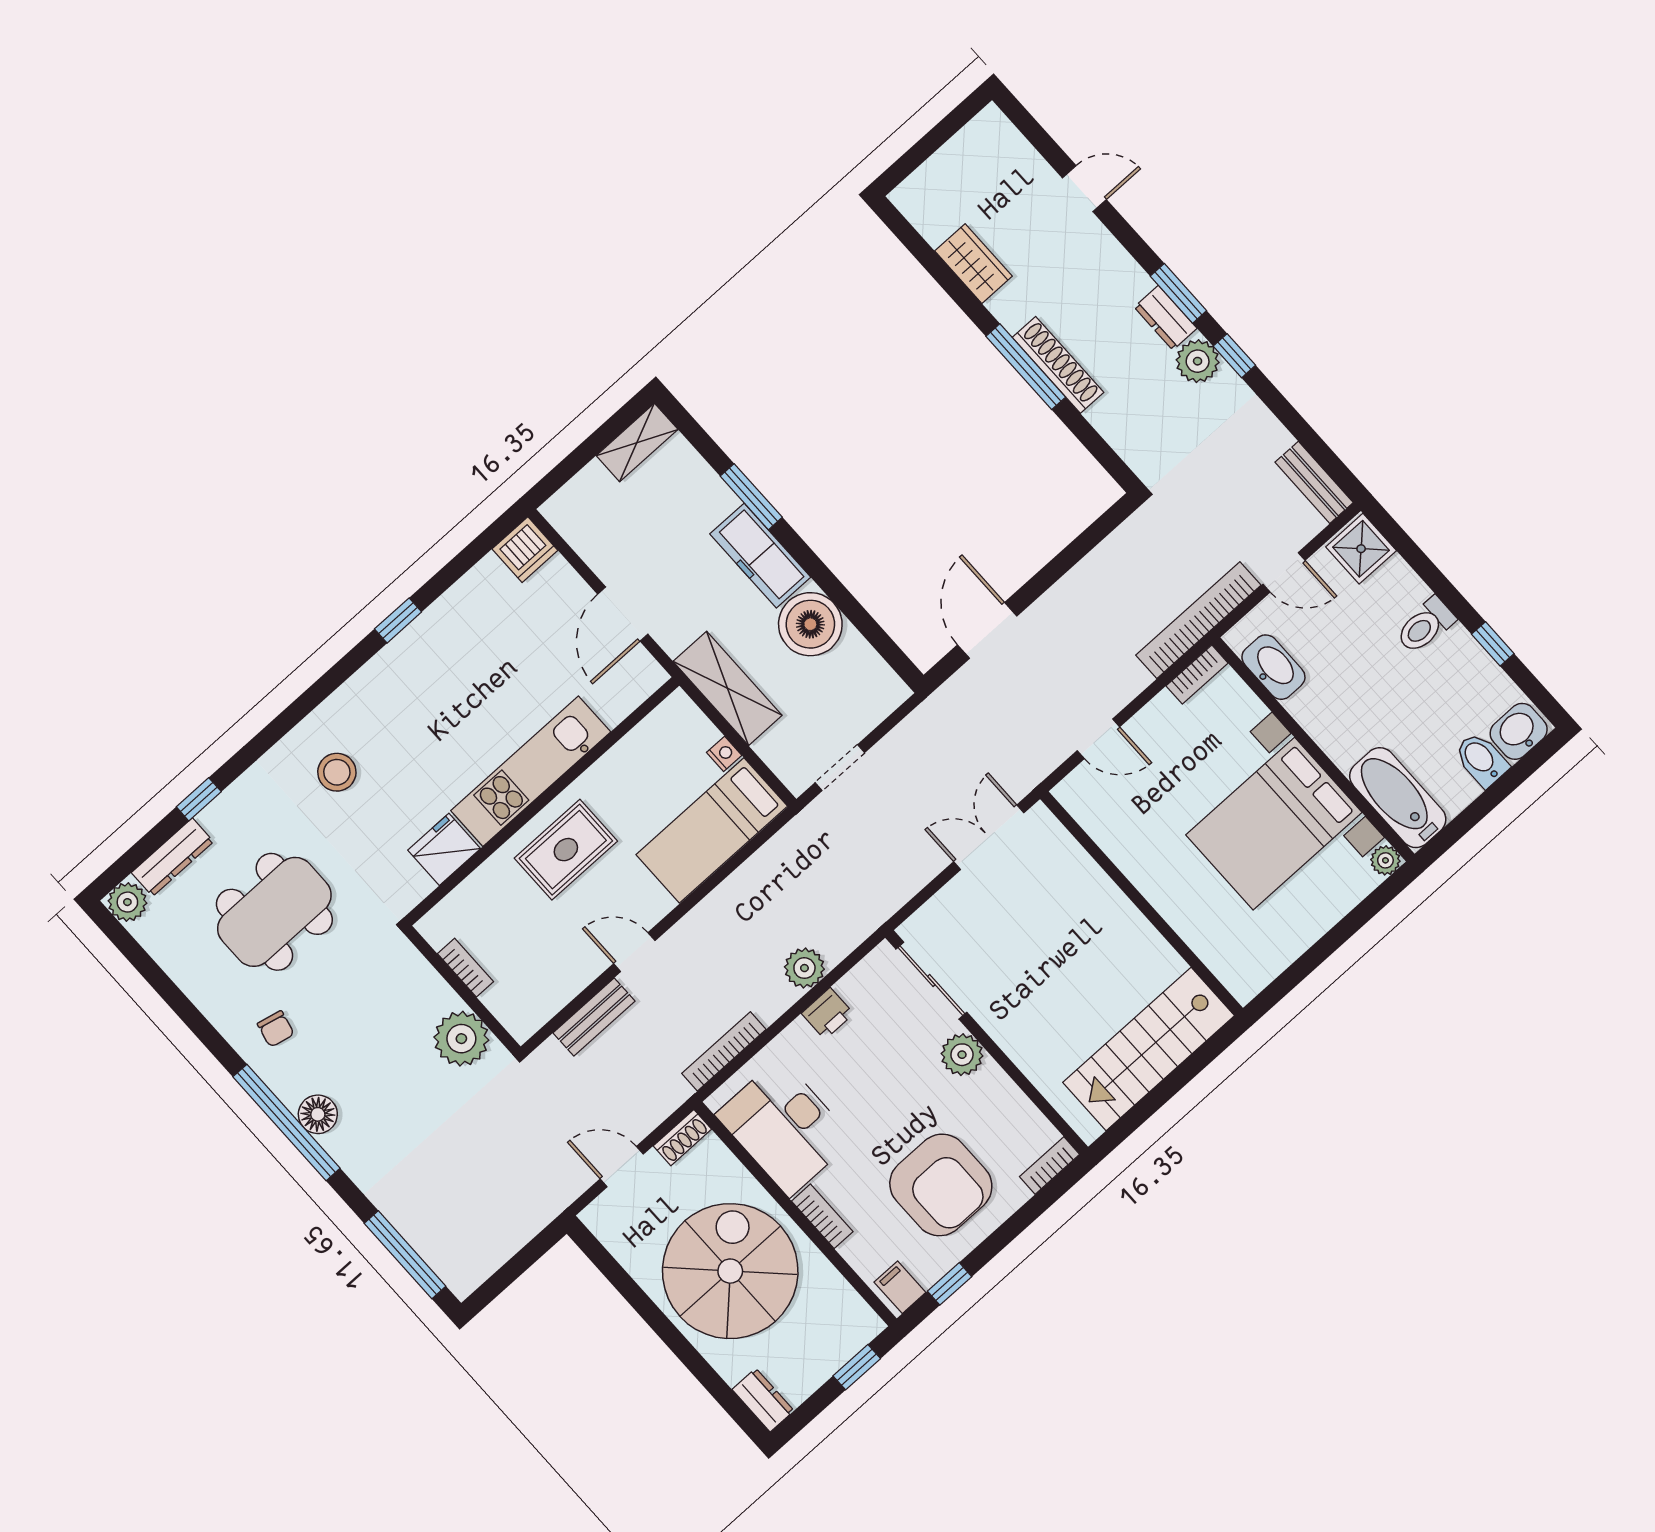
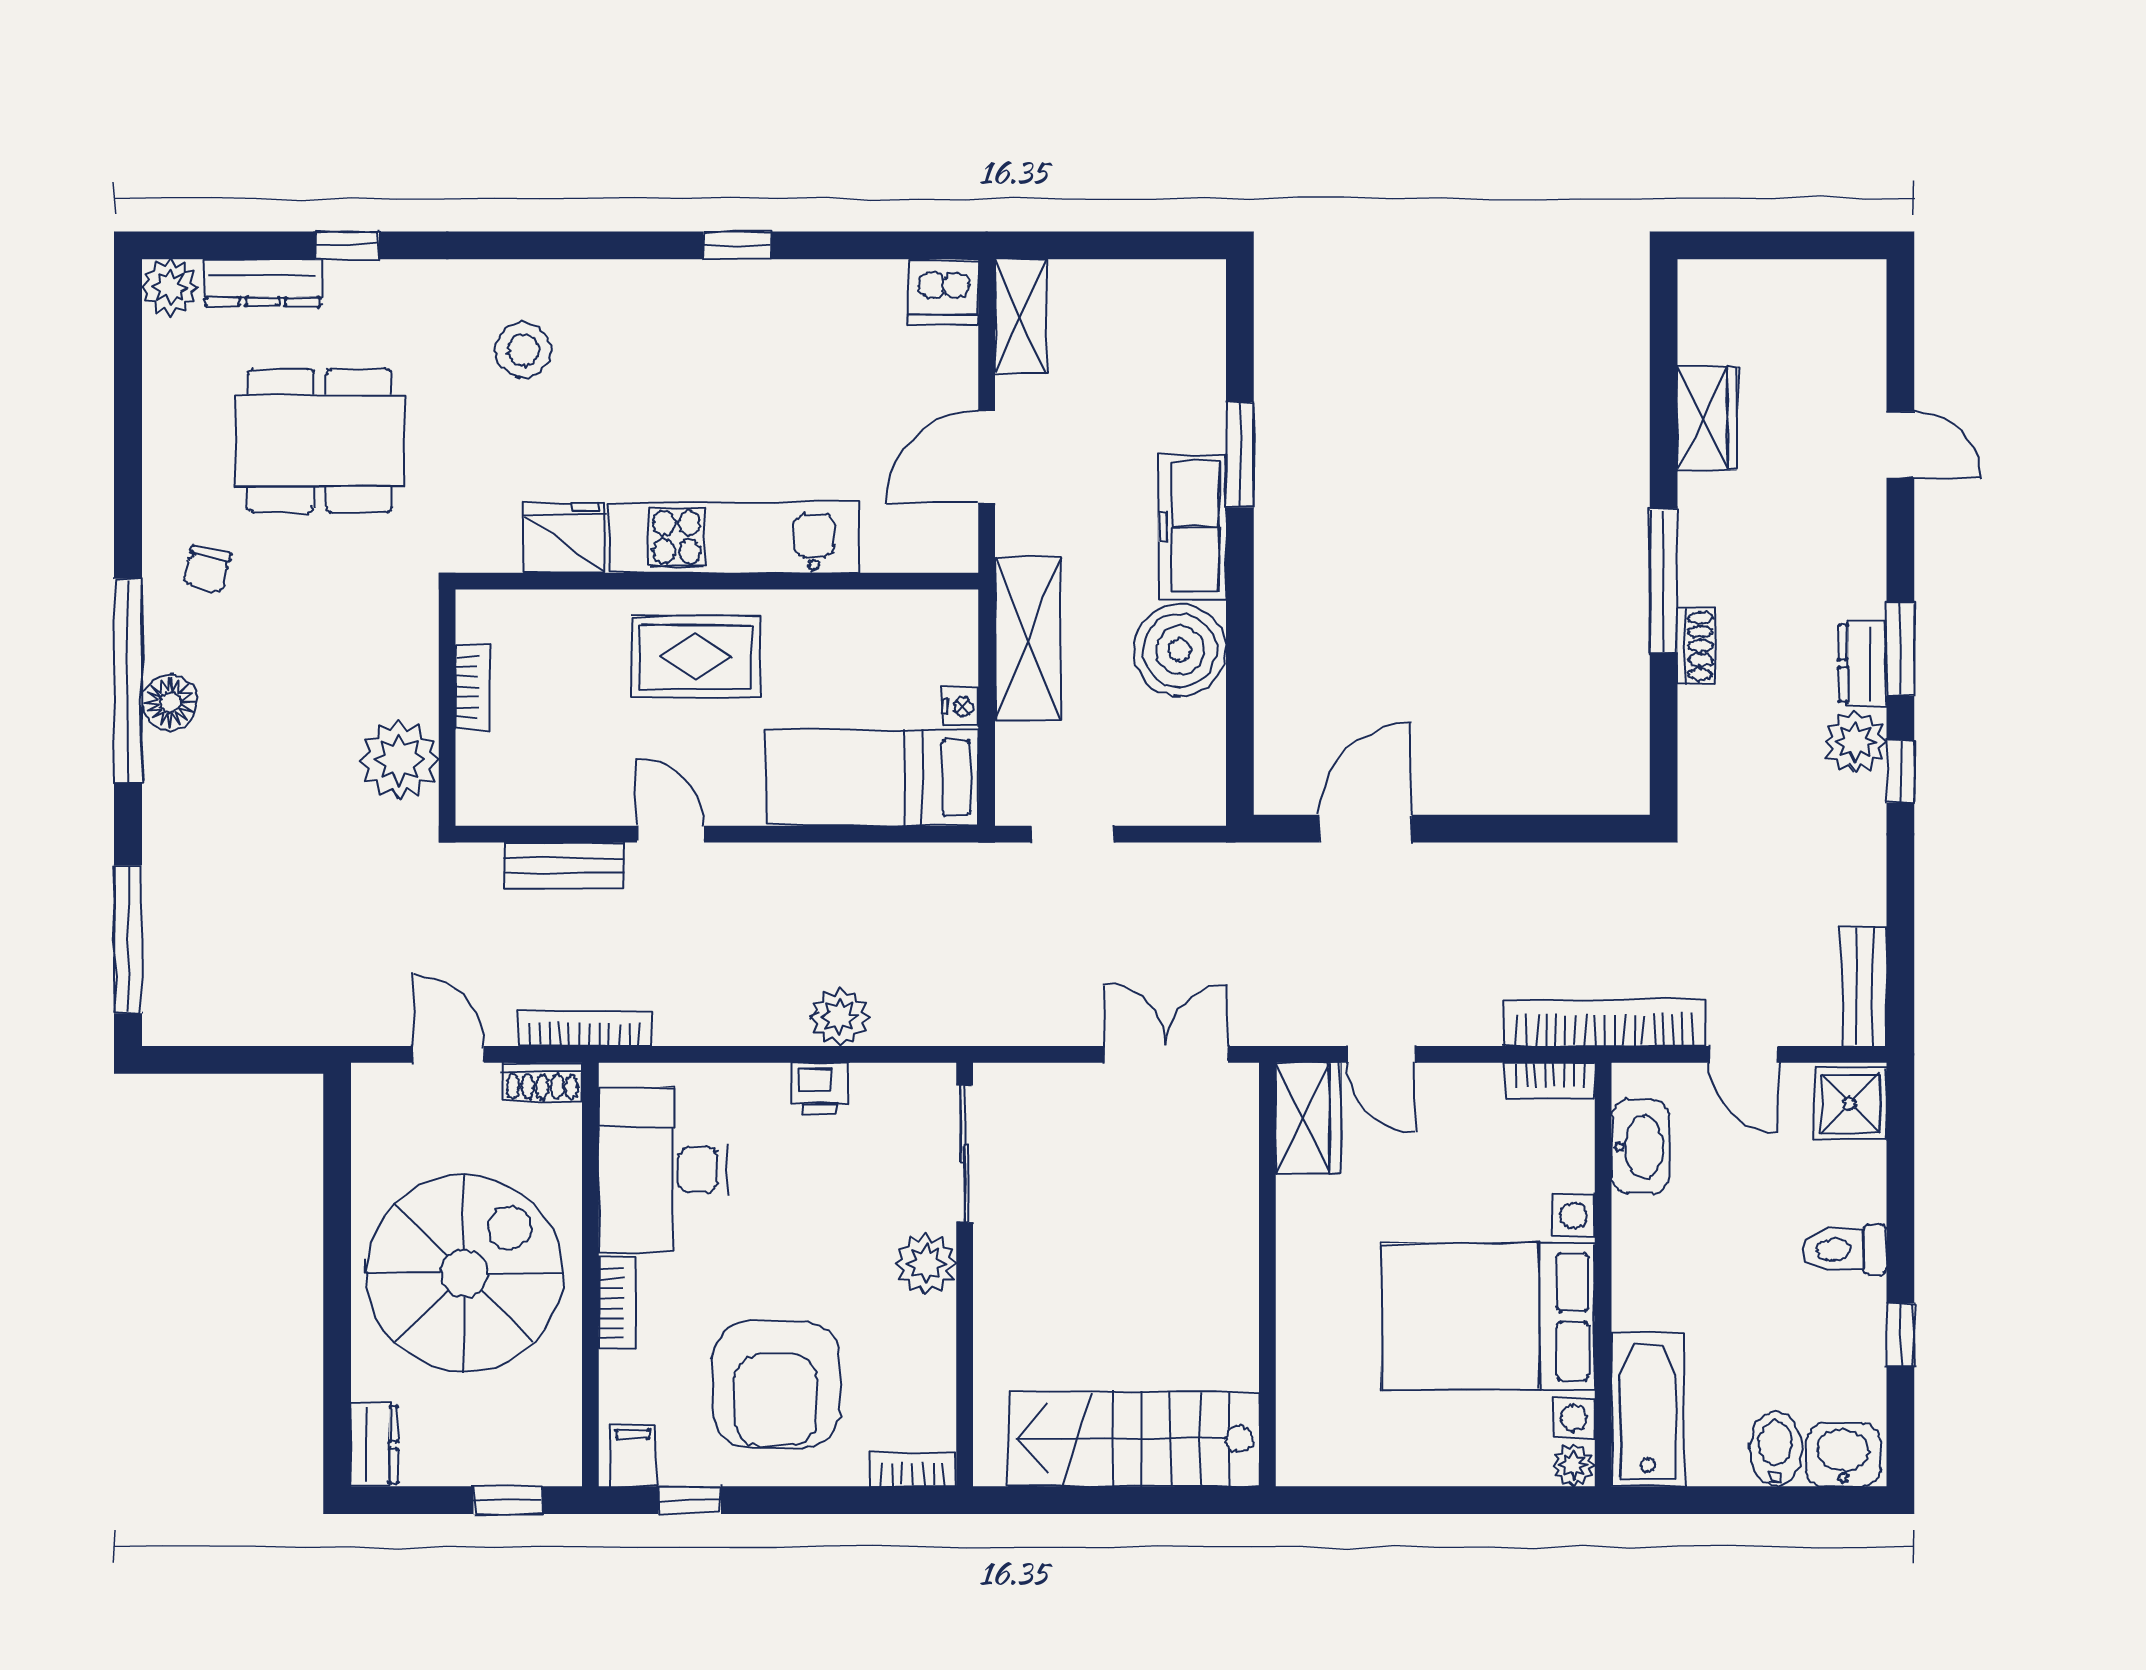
shoe rack: (1058, 365) -> (1696, 646), width x0.51, depth x0.81
shelving: (637, 442) -> (1021, 316), moved, turned 90
wardrobe: (1091, 805) -> (1308, 1118), added
bookcase: (724, 1051) -> (585, 1029), moved

